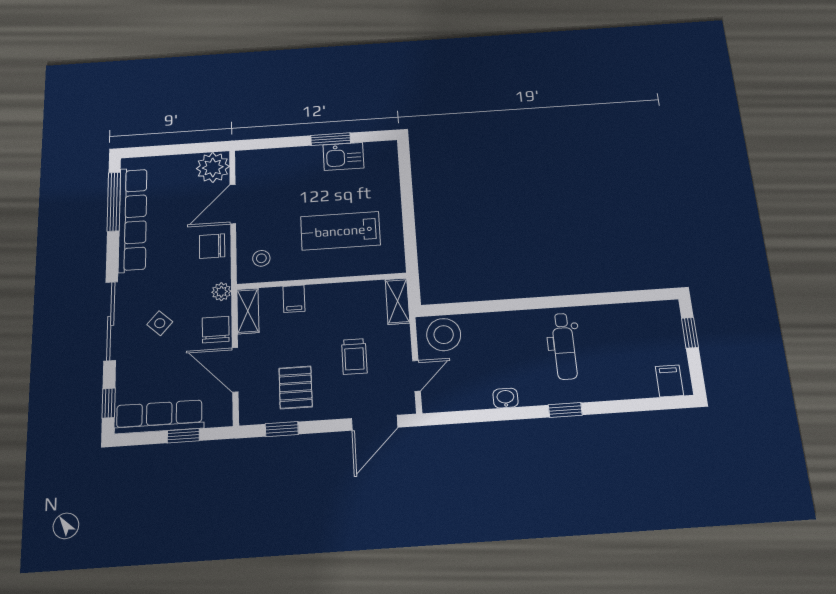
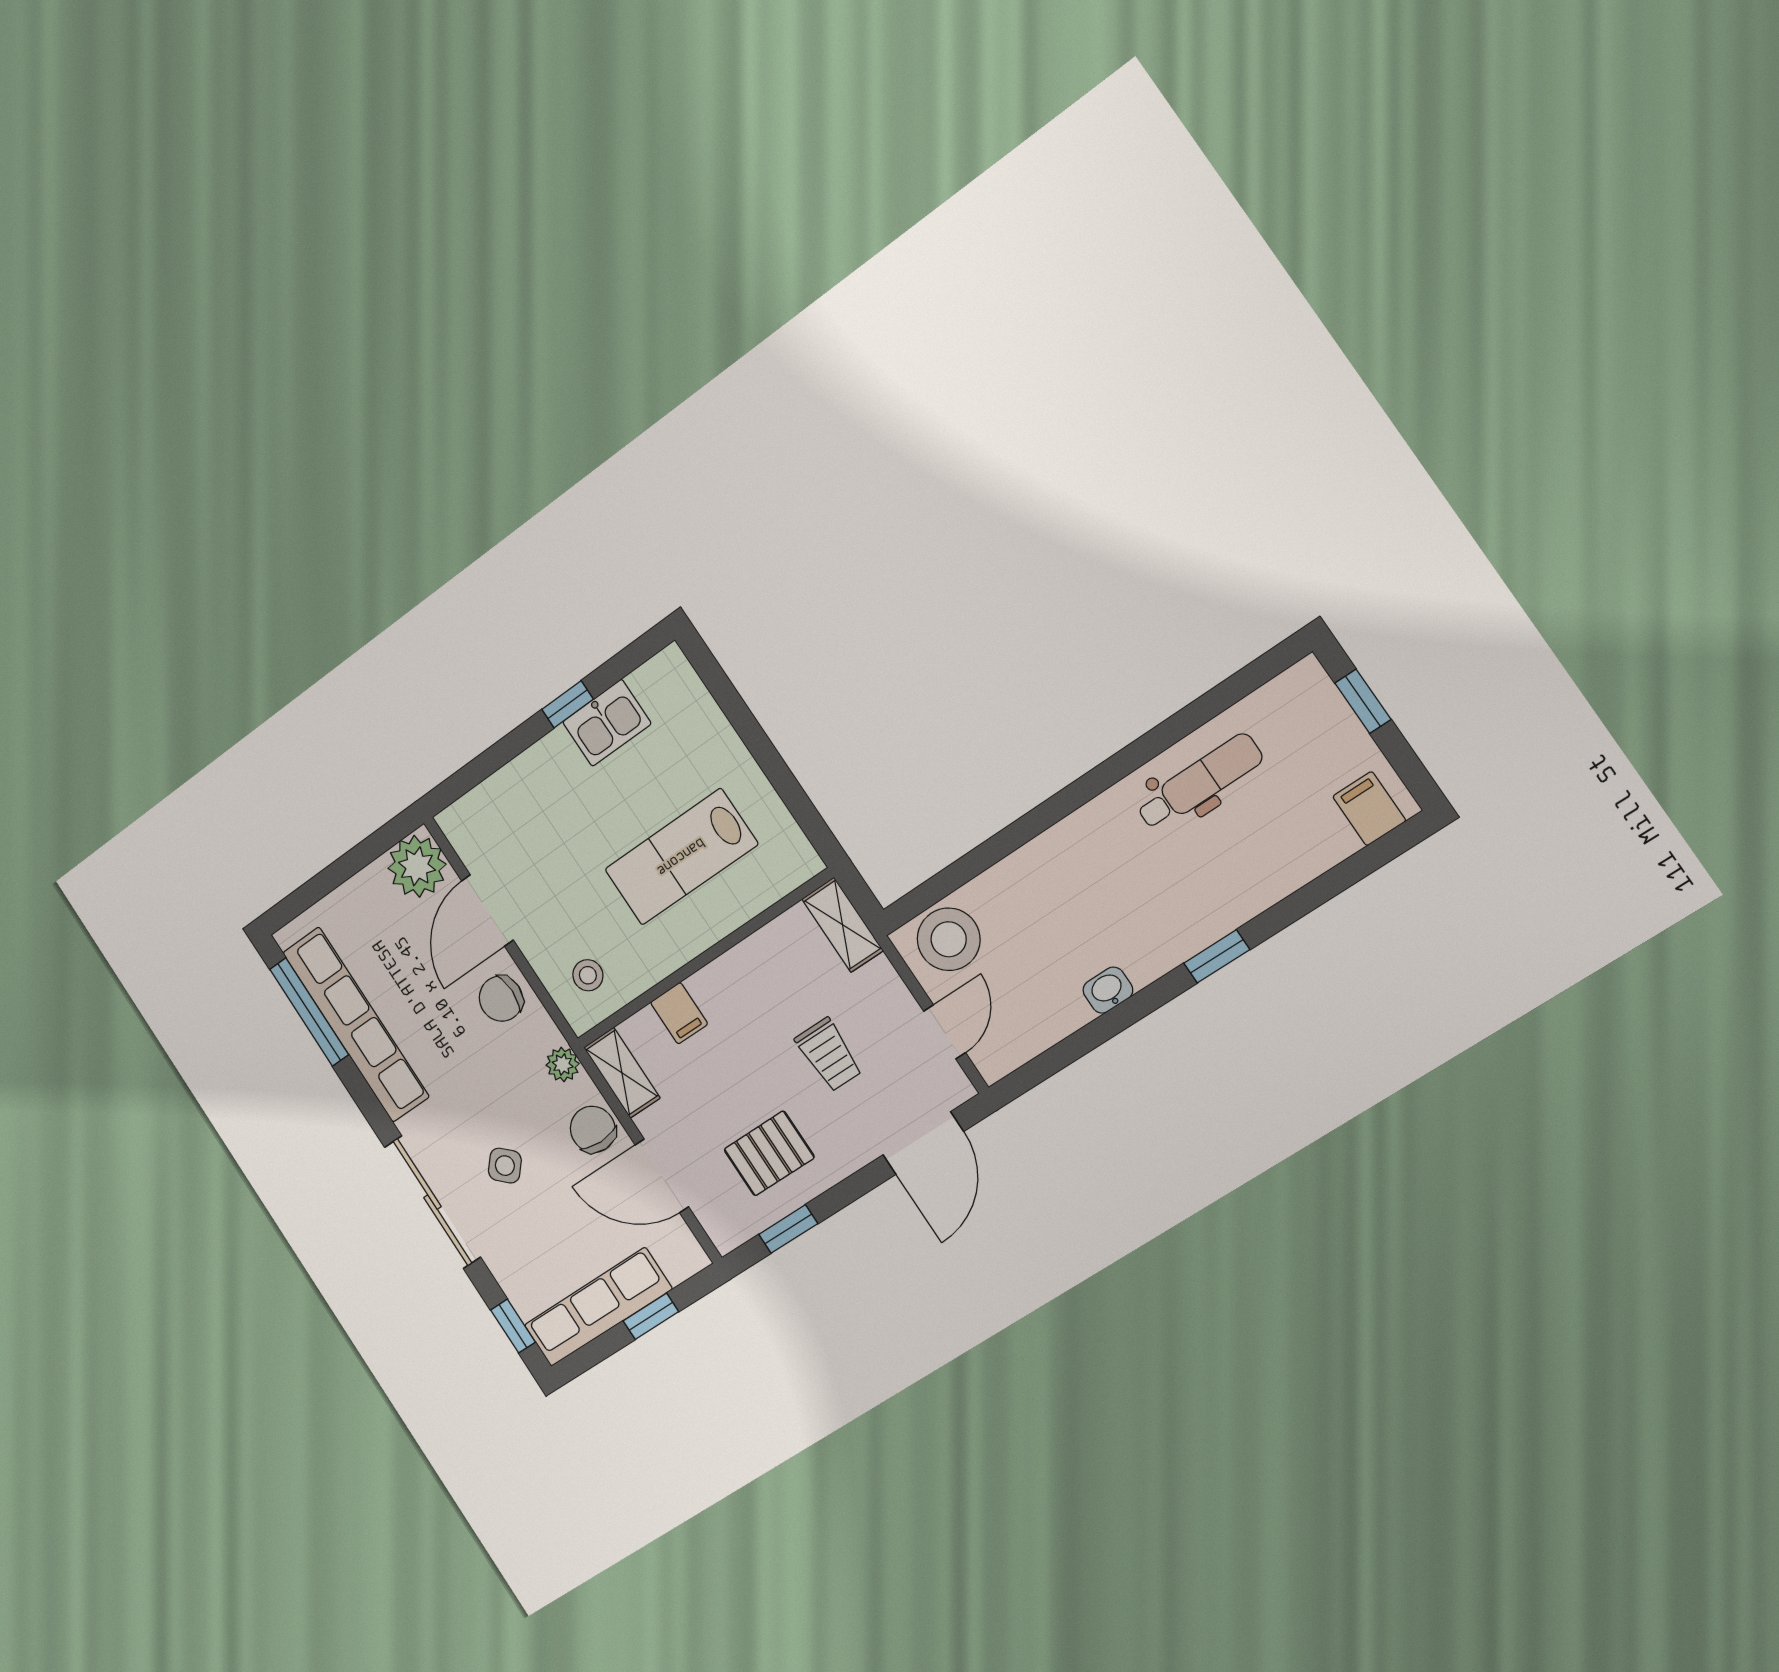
window: (331, 139) -> (568, 704), width x0.67
dental chair: (564, 346) -> (1199, 782), moved, turned -90
pallet: (296, 387) -> (769, 1153), turned 90

